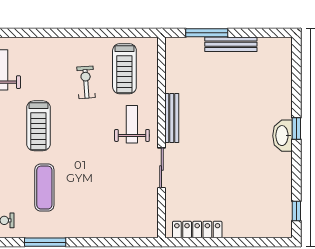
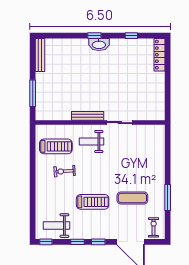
bench: (231, 44) -> (40, 55), moved
window: (296, 211) -> (131, 36), moved
locker: (197, 230) -> (160, 55), moved

